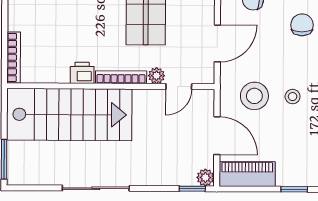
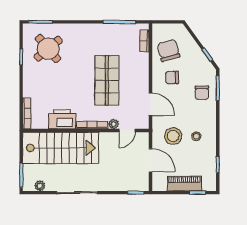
chair: (302, 25) -> (202, 93), turned 180
door: (217, 43) -> (150, 104), hinge flipped
printer: (82, 73) -> (62, 119), width x1.87, depth x1.48
piano: (247, 174) -> (185, 183), moved
plant: (205, 178) -> (40, 186), moved

